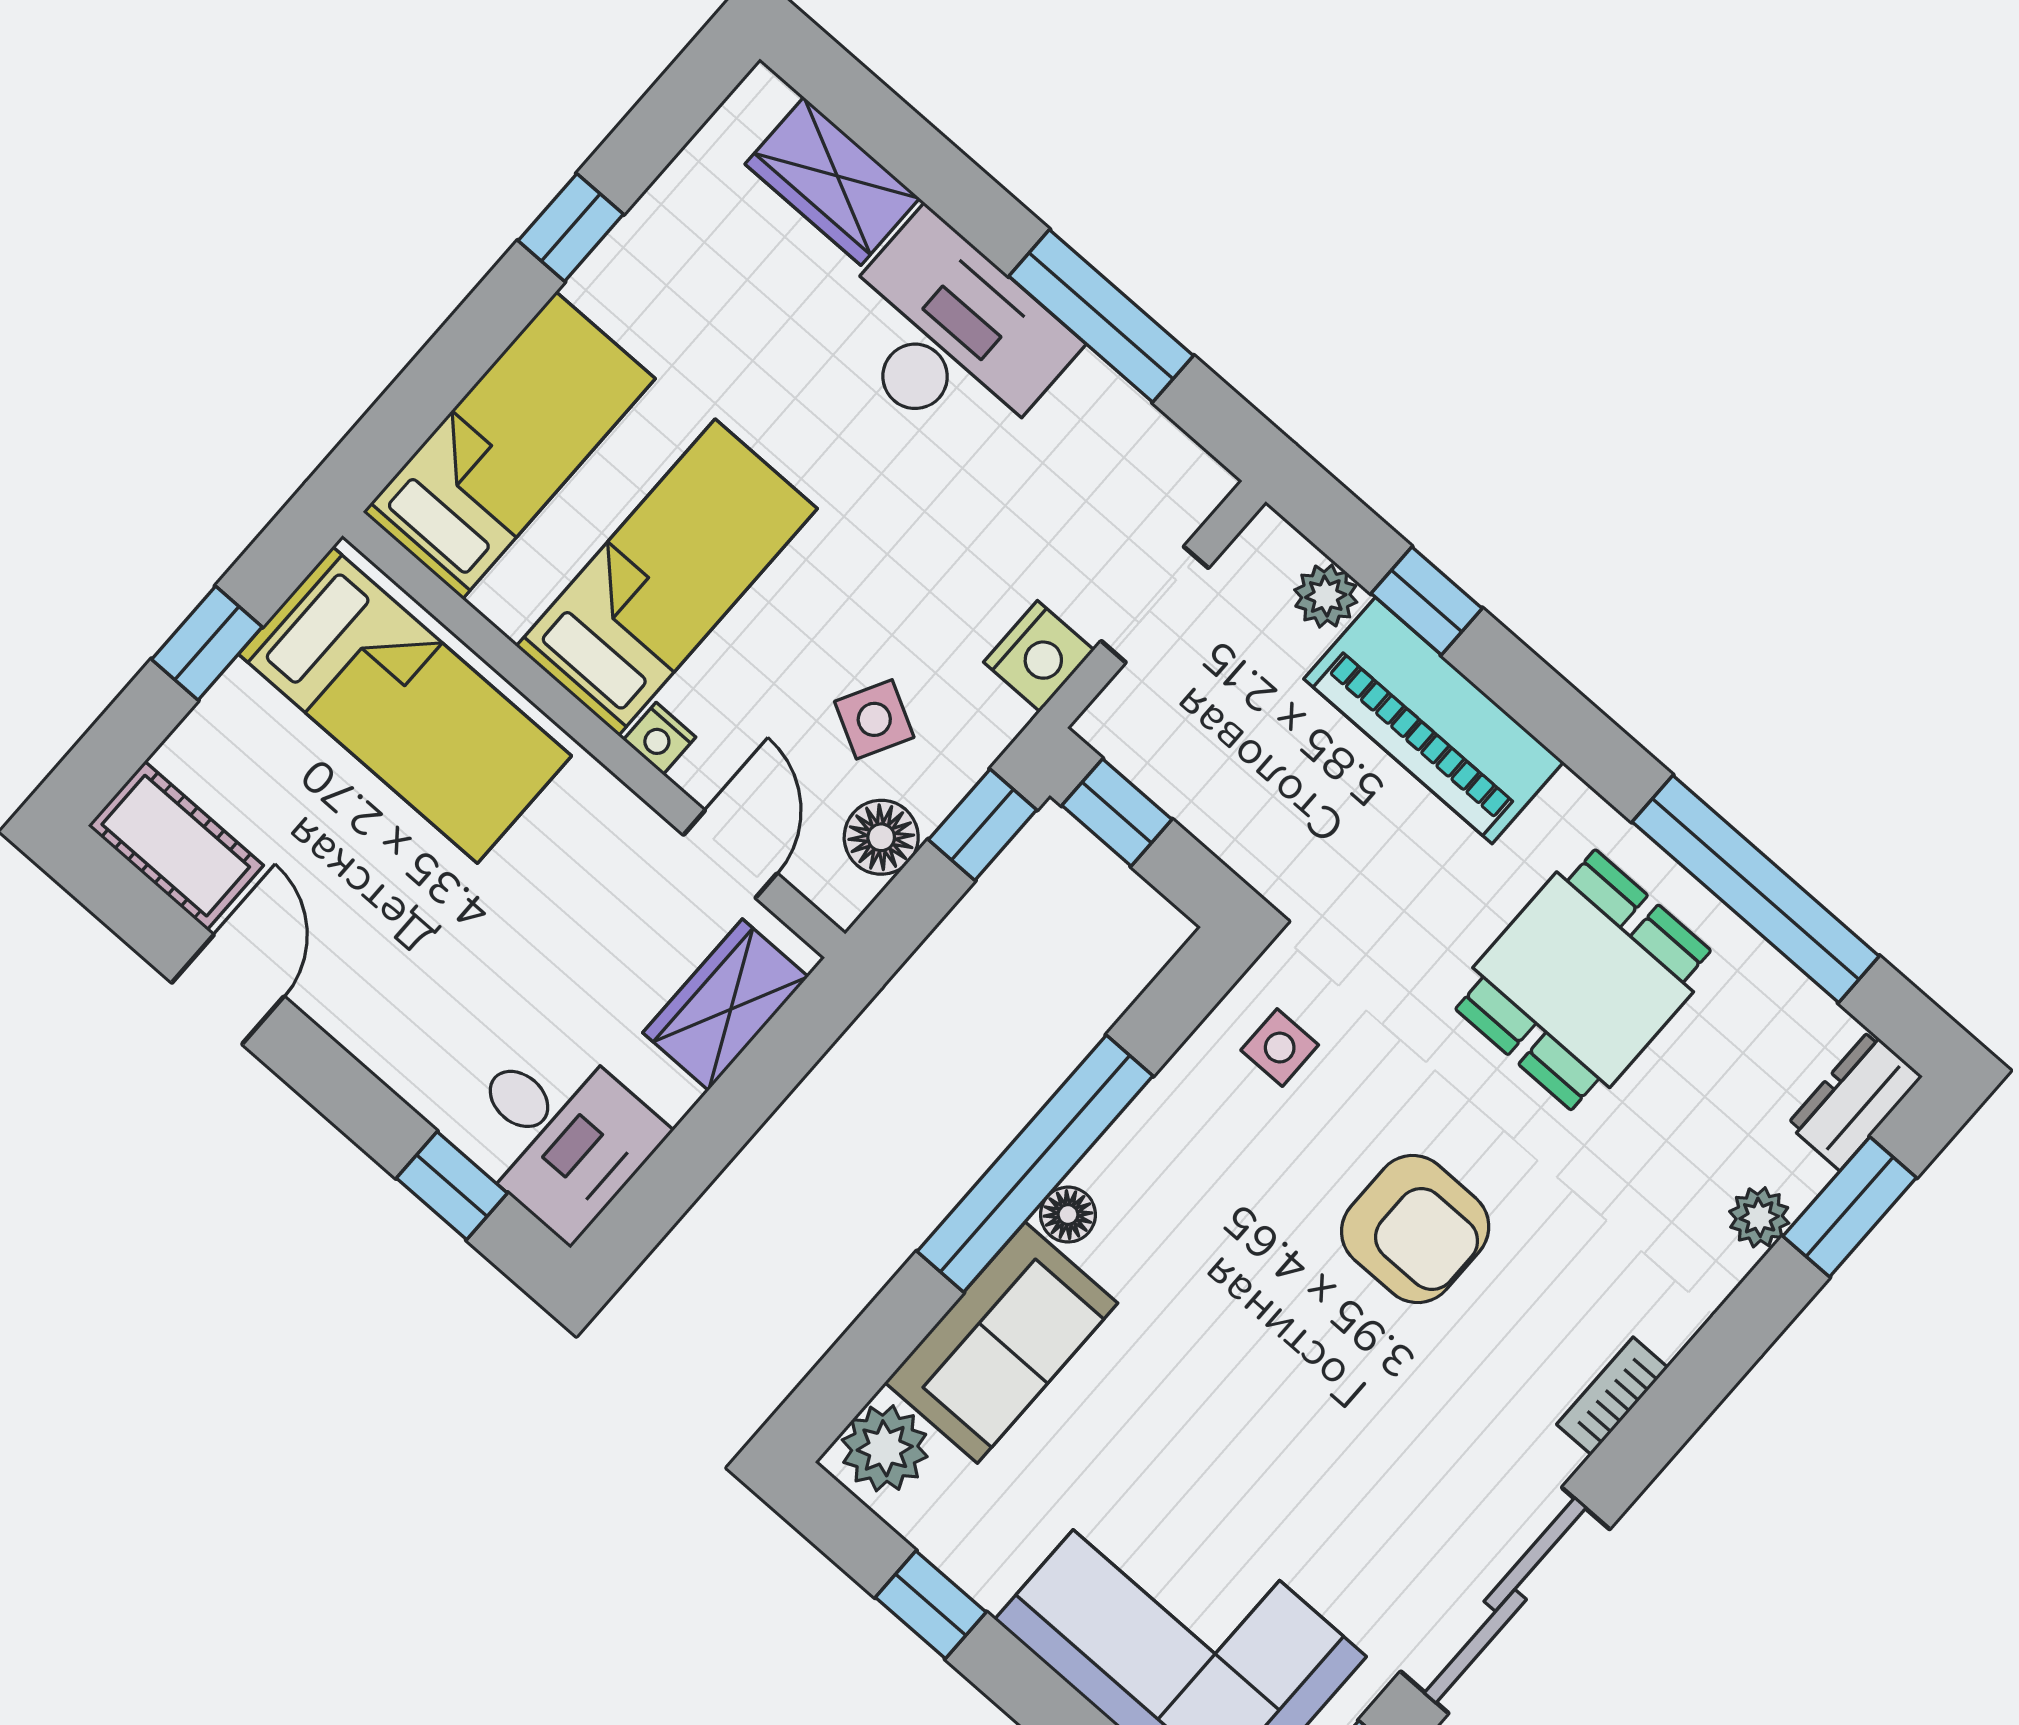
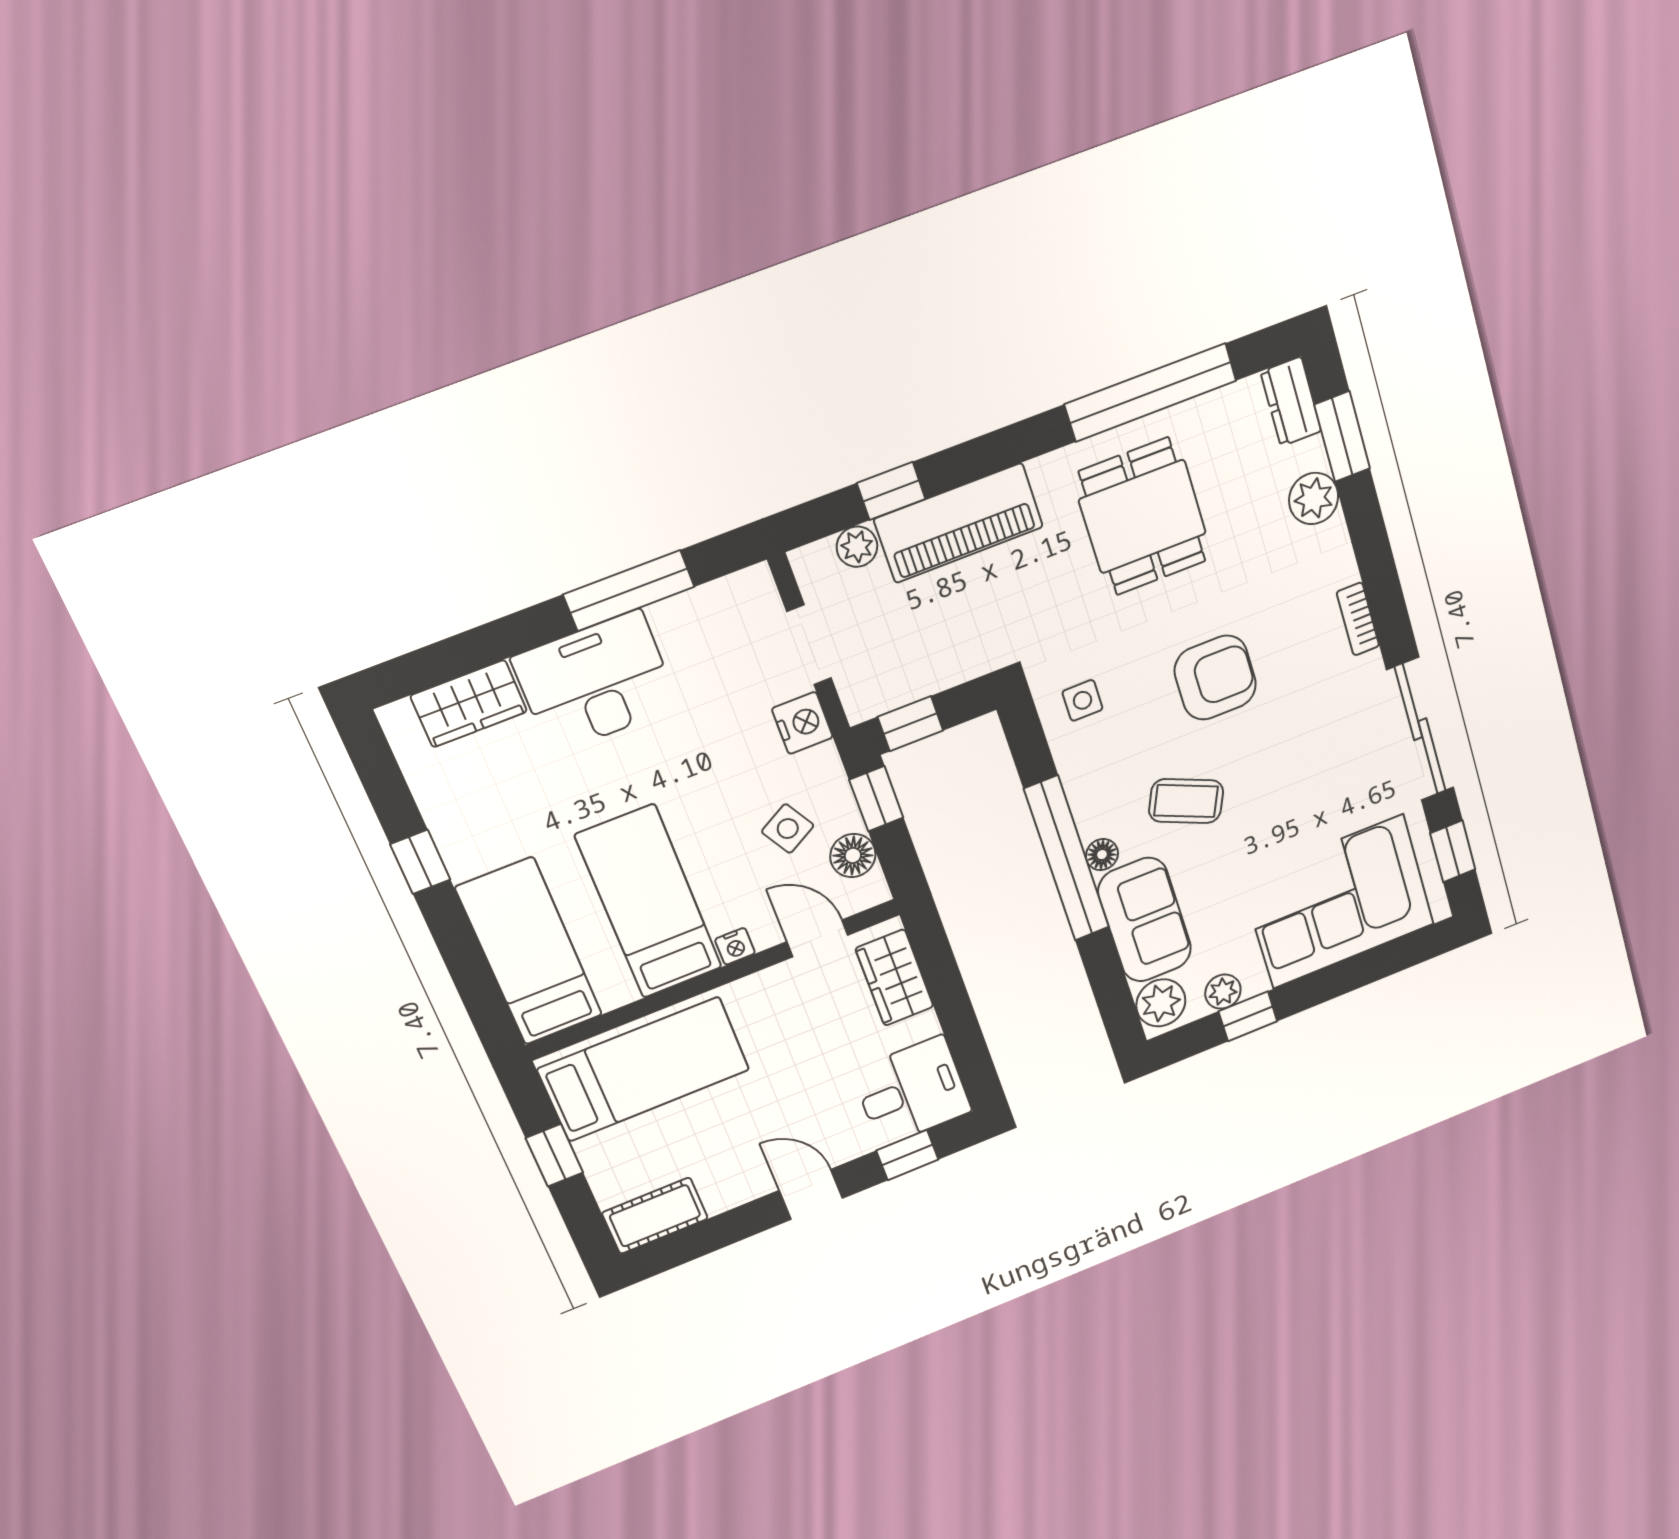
side table: (874, 719) -> (788, 829), turned 32
door: (228, 990) -> (811, 1194), moved
plant: (1759, 1217) -> (1314, 498), width x1.38, depth x1.38
coffee table: (1213, 1297) -> (1186, 801), added
plant: (950, 1539) -> (1223, 992), added

